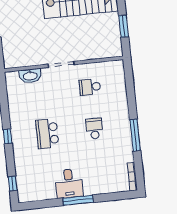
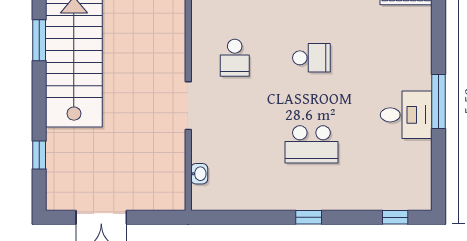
washbasin: (30, 76) -> (199, 174), width x0.52, depth x0.69
school desk: (94, 129) -> (311, 58), turned 180

